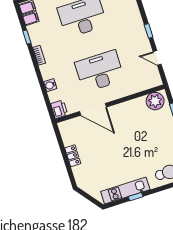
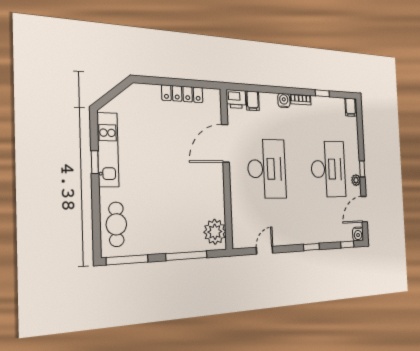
filing cabinet: (31, 19) -> (253, 101), moved
window: (149, 31) -> (311, 247), moved
water cooler: (50, 85) -> (284, 100), moved
locker: (73, 156) -> (182, 94), width x1.53

